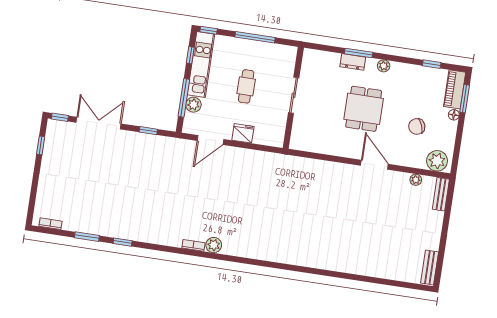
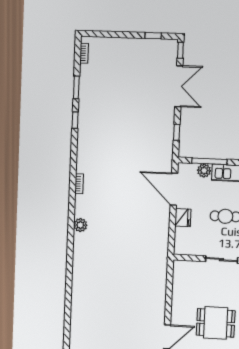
door: (210, 140) -> (174, 189), width x1.36
plant: (214, 245) -> (80, 225), moved

